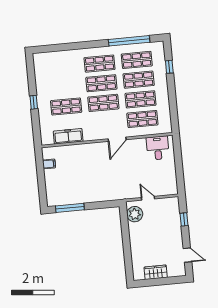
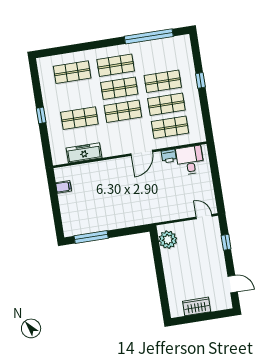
shop shelf: (137, 60) -> (72, 72), moved
window: (169, 67) -> (200, 80), moved
printer: (140, 143) -> (169, 156), added
door: (148, 198) -> (204, 217), moved

